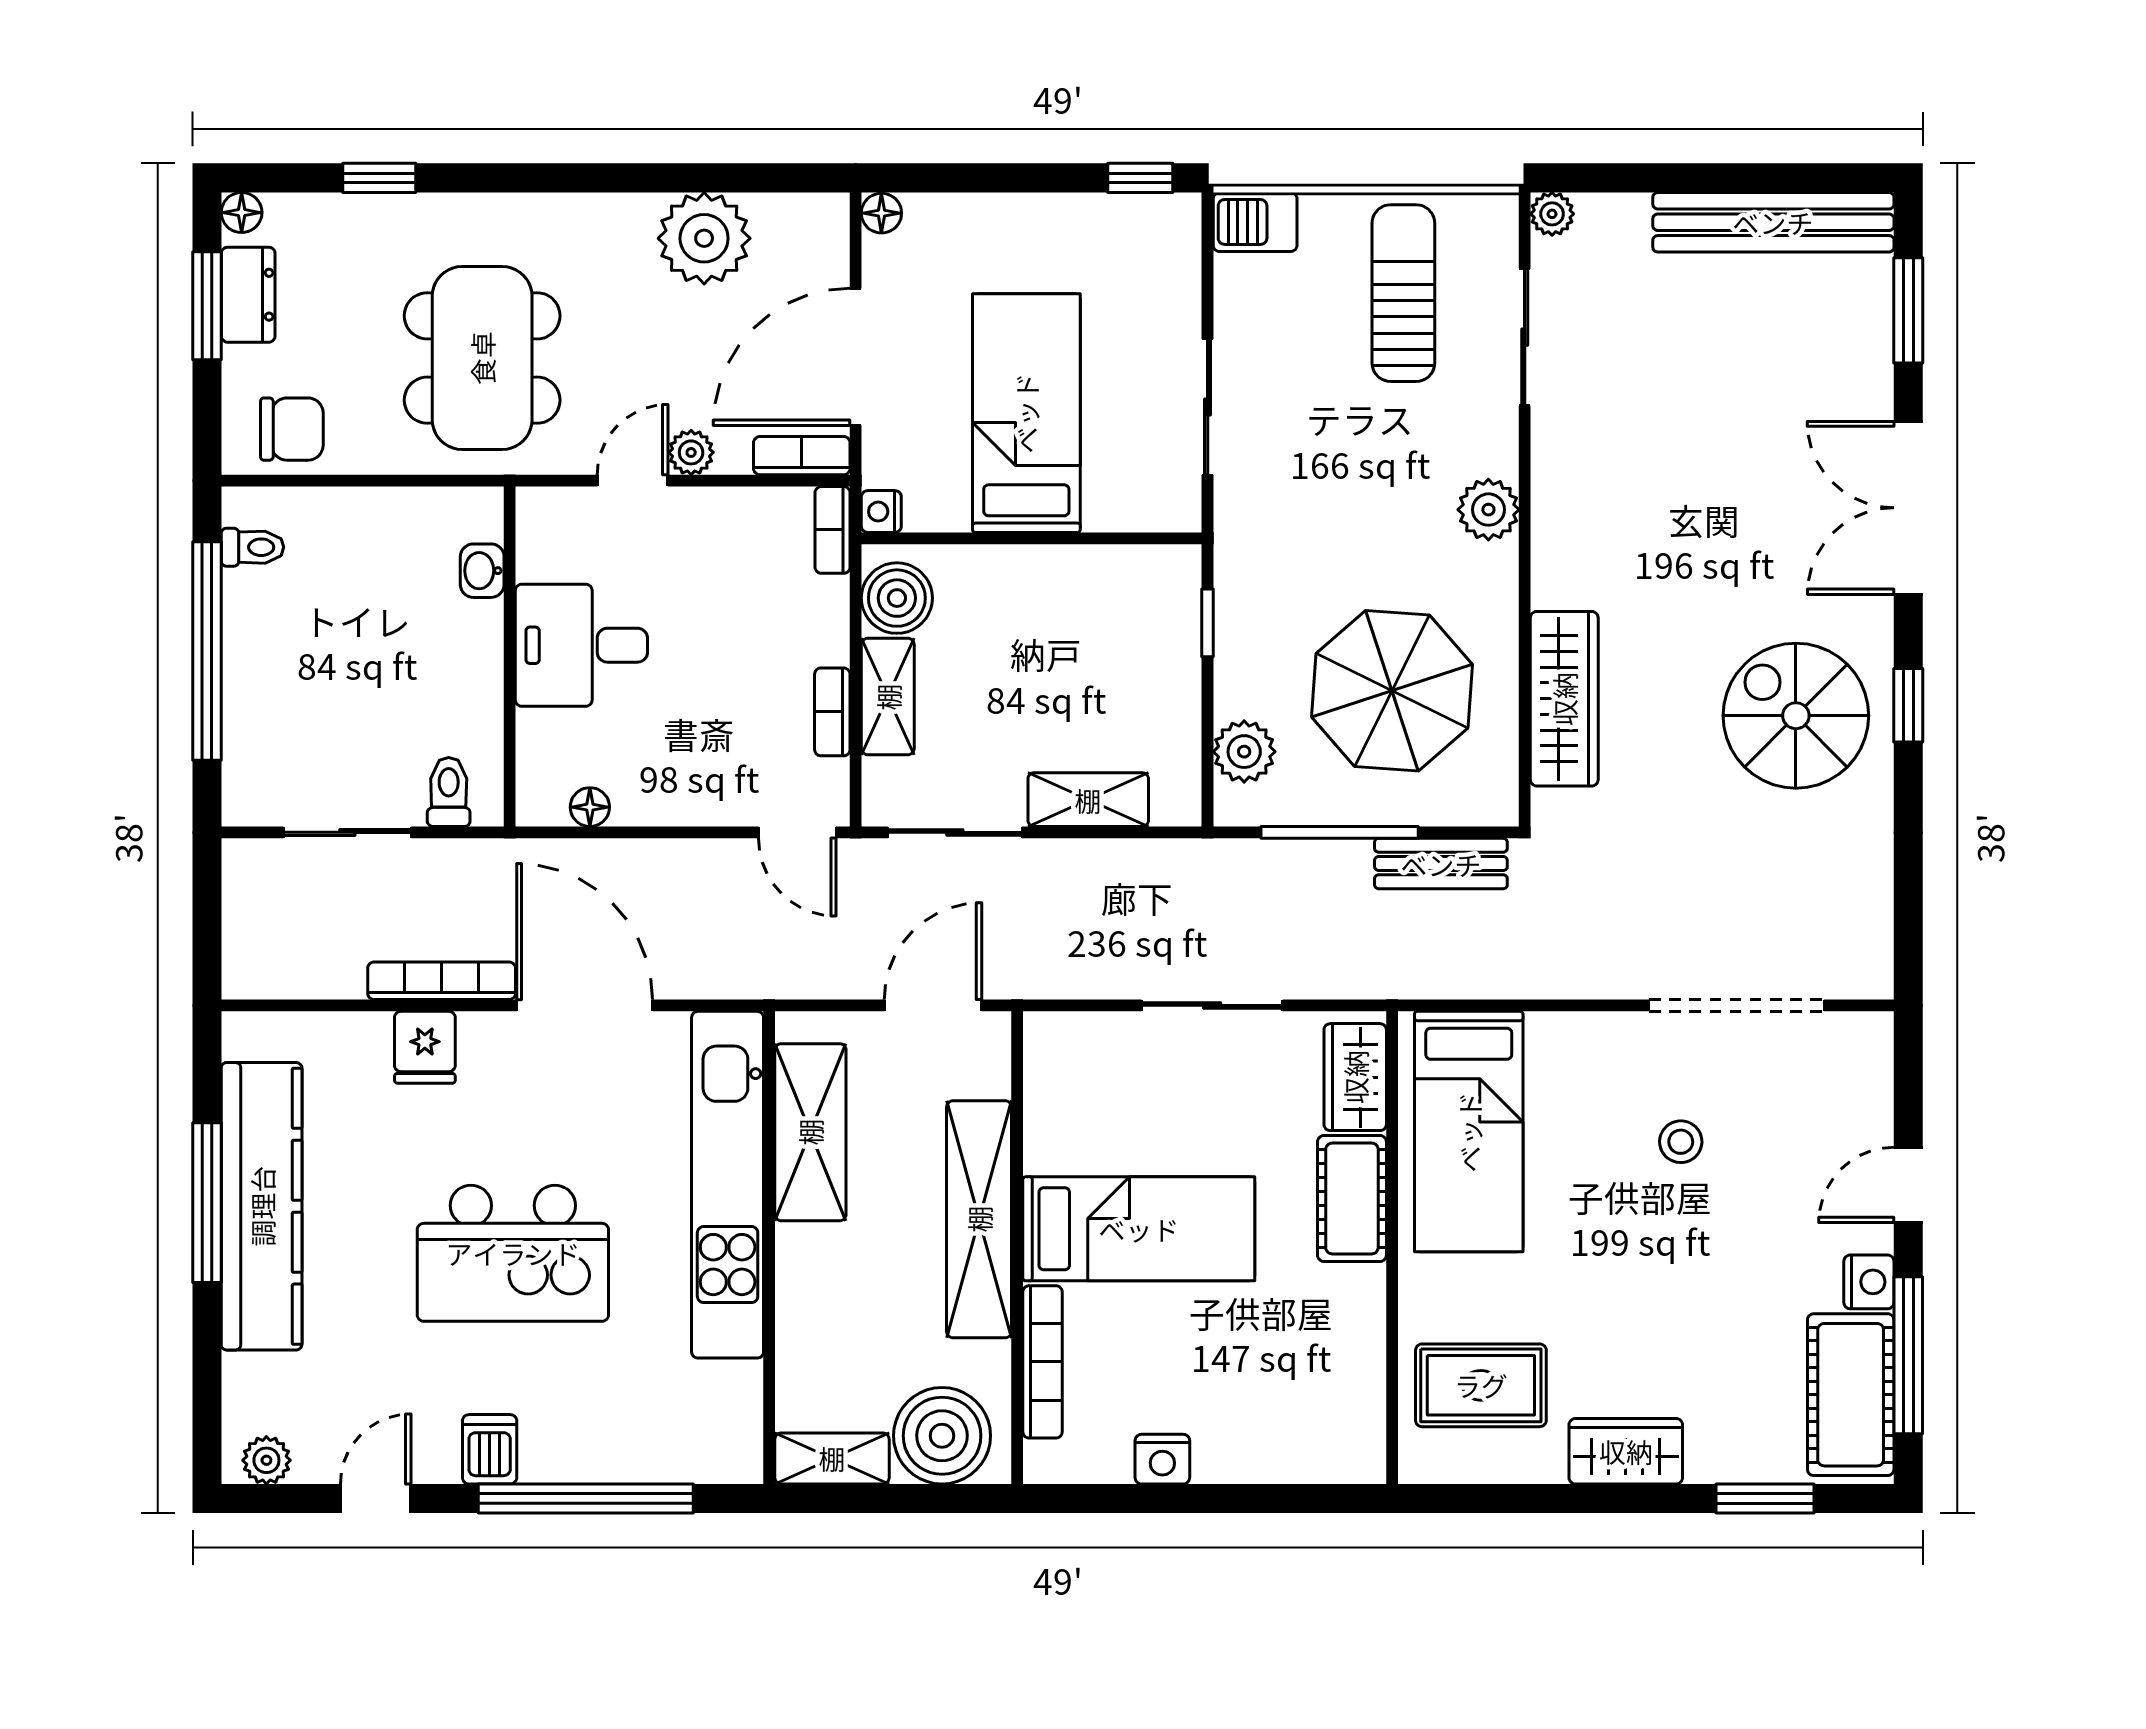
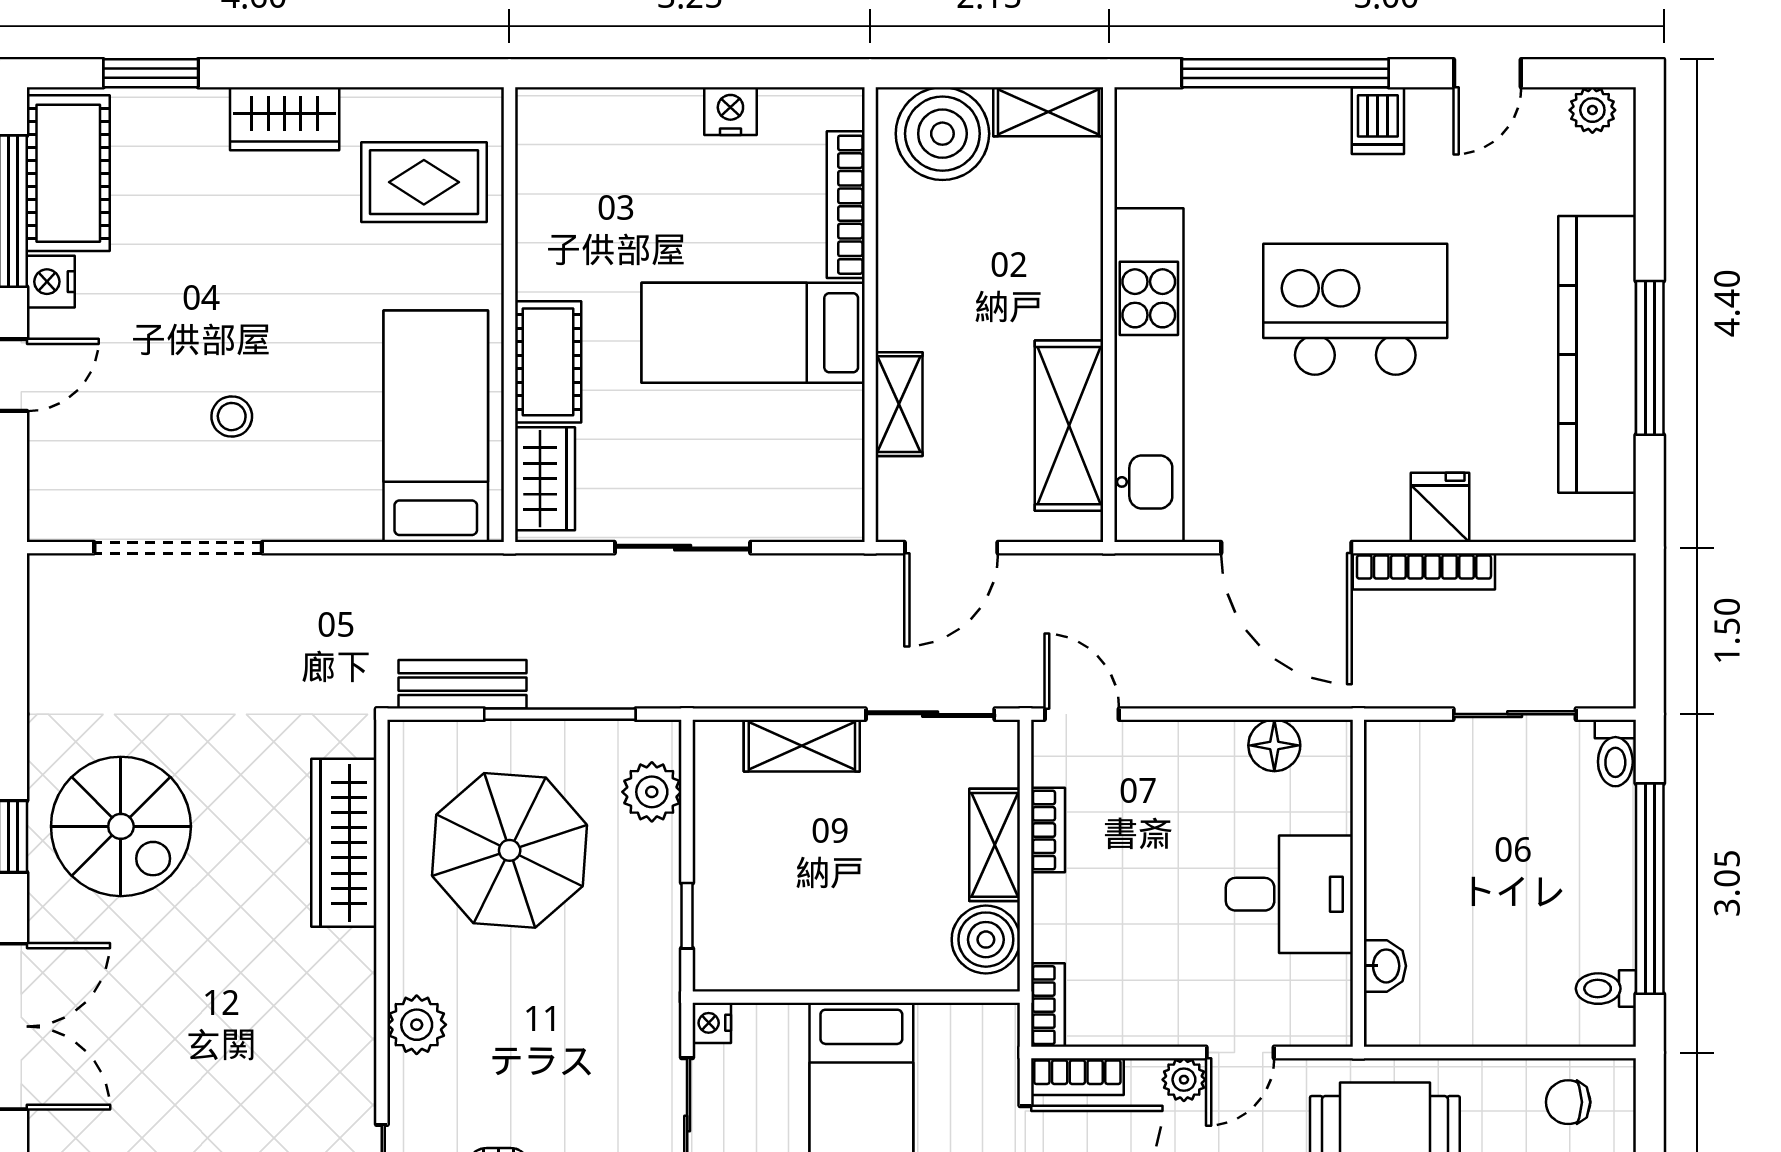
chair: (292, 429) -> (1568, 1102), width x0.73, depth x0.73
nightstand: (881, 512) -> (712, 1023), moved, turned 180
toilet: (449, 792) -> (1615, 753), moved
floor lamp: (590, 807) -> (1274, 745), width x1.37, depth x1.37
shelving: (979, 1219) -> (899, 404), width x0.45, depth x0.75

